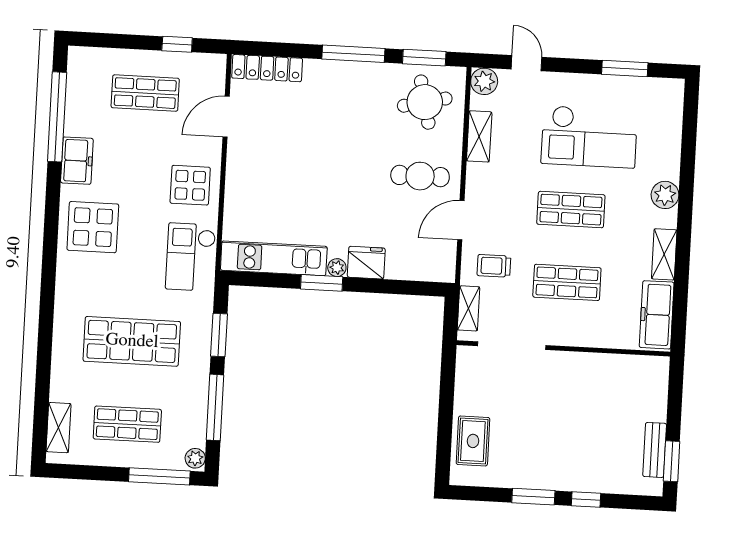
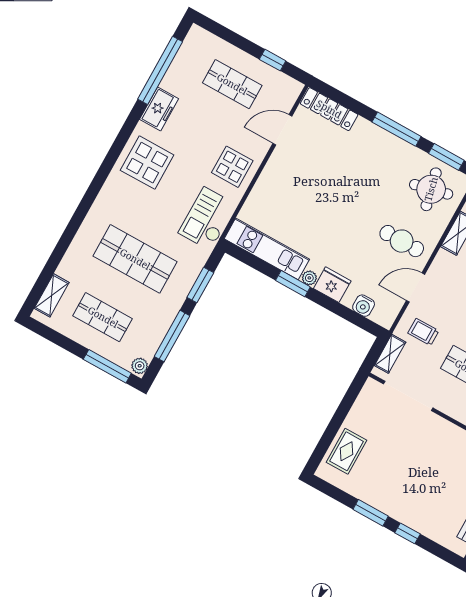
water cooler: (413, 269) -> (364, 306), added

